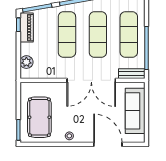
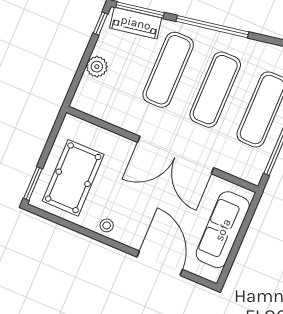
piano: (27, 28) -> (136, 23), moved, turned 80
plant: (26, 62) -> (97, 67), moved
bench: (132, 74) -> (242, 171), removed

